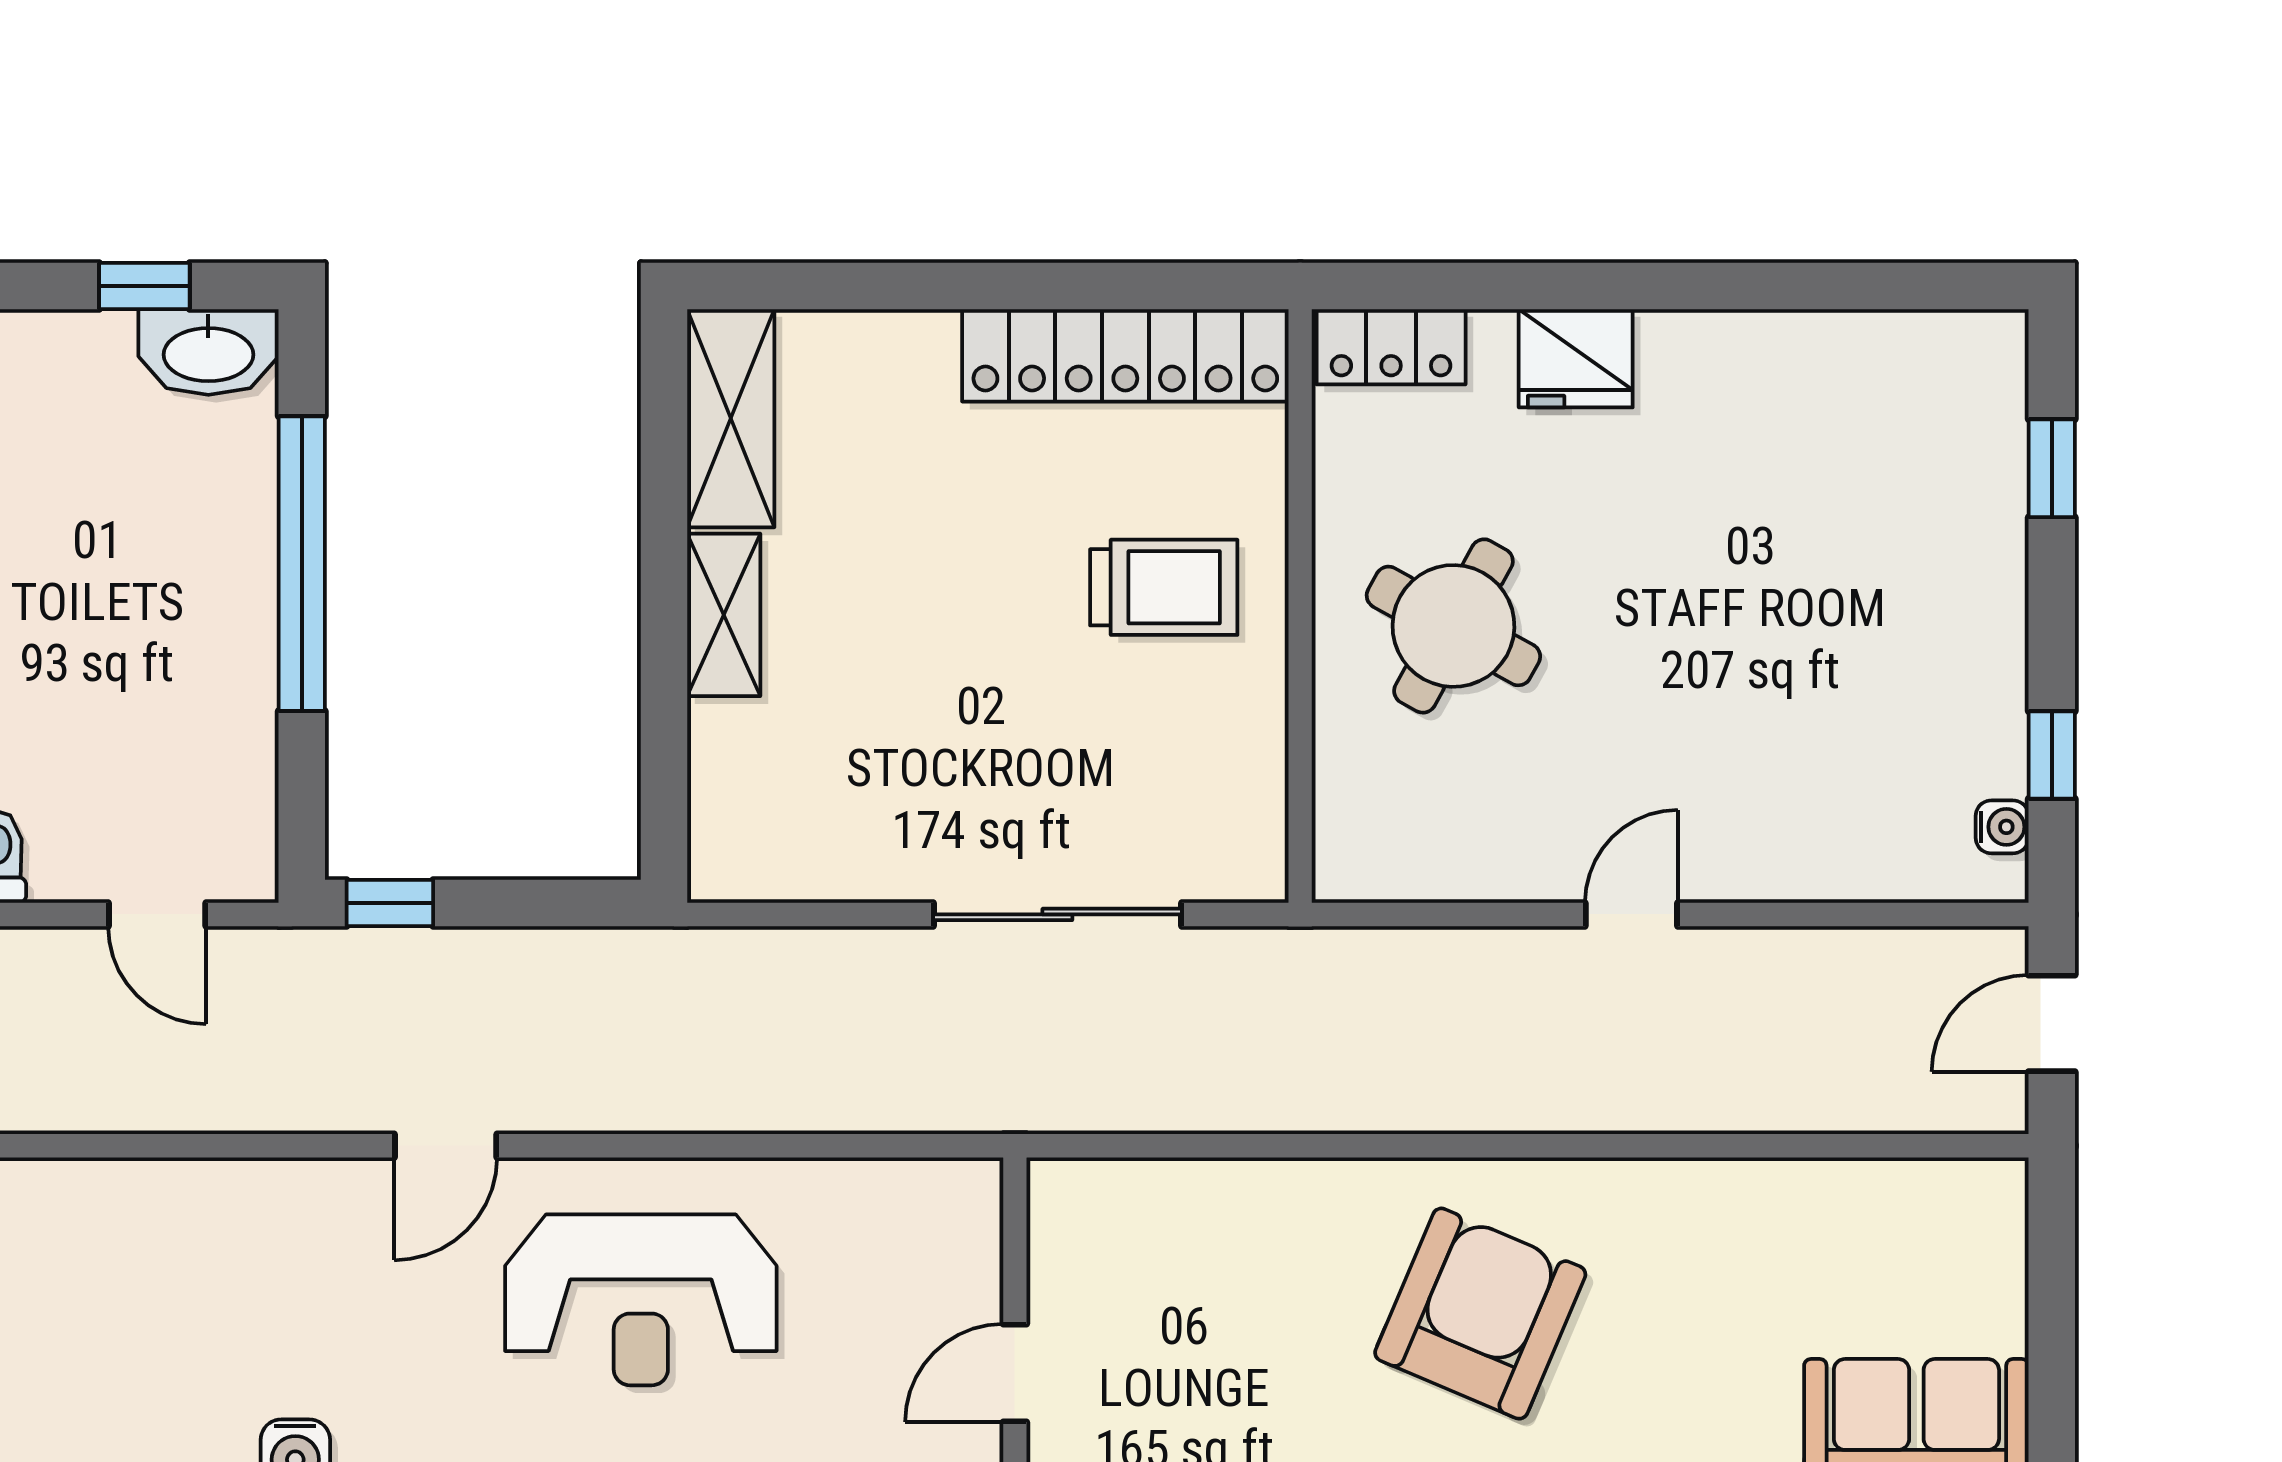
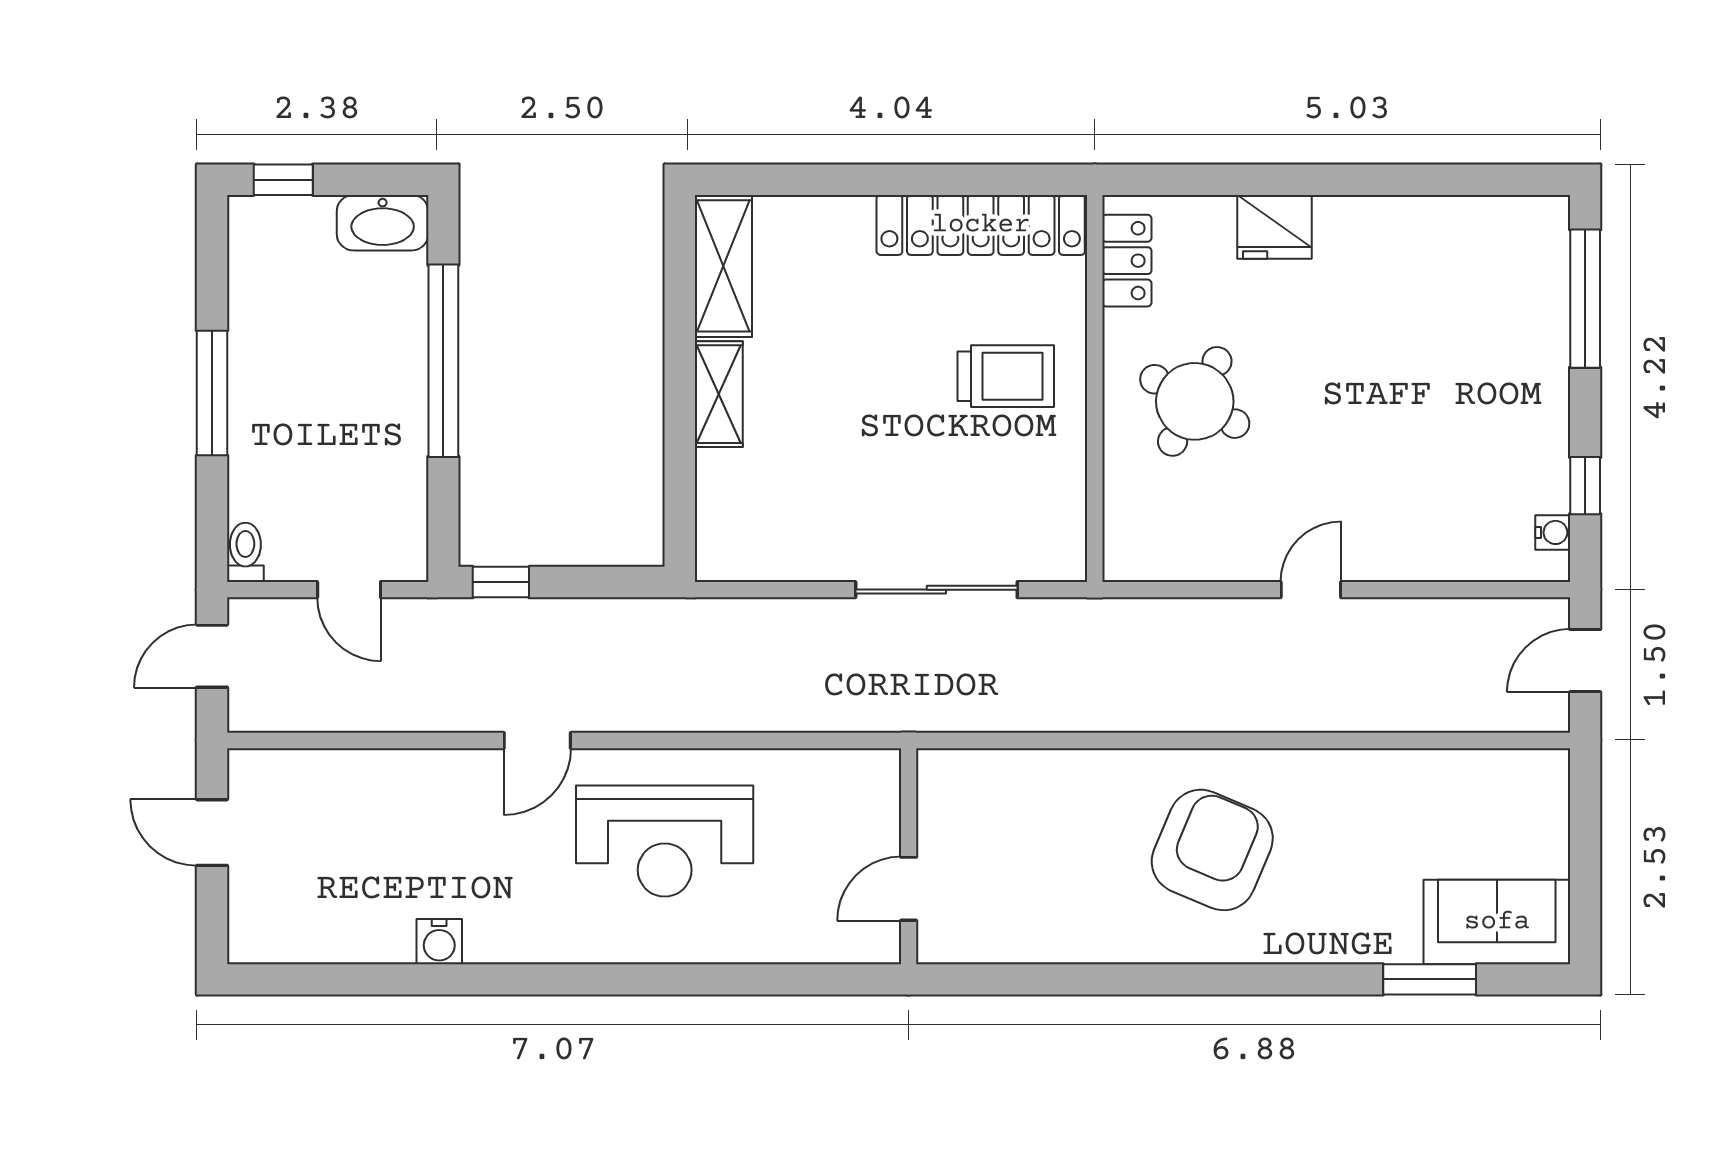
window: (144, 286) -> (283, 180), moved
locker: (1391, 347) -> (1127, 261), moved, turned -90
window: (2052, 468) -> (1585, 299), width x2.17

